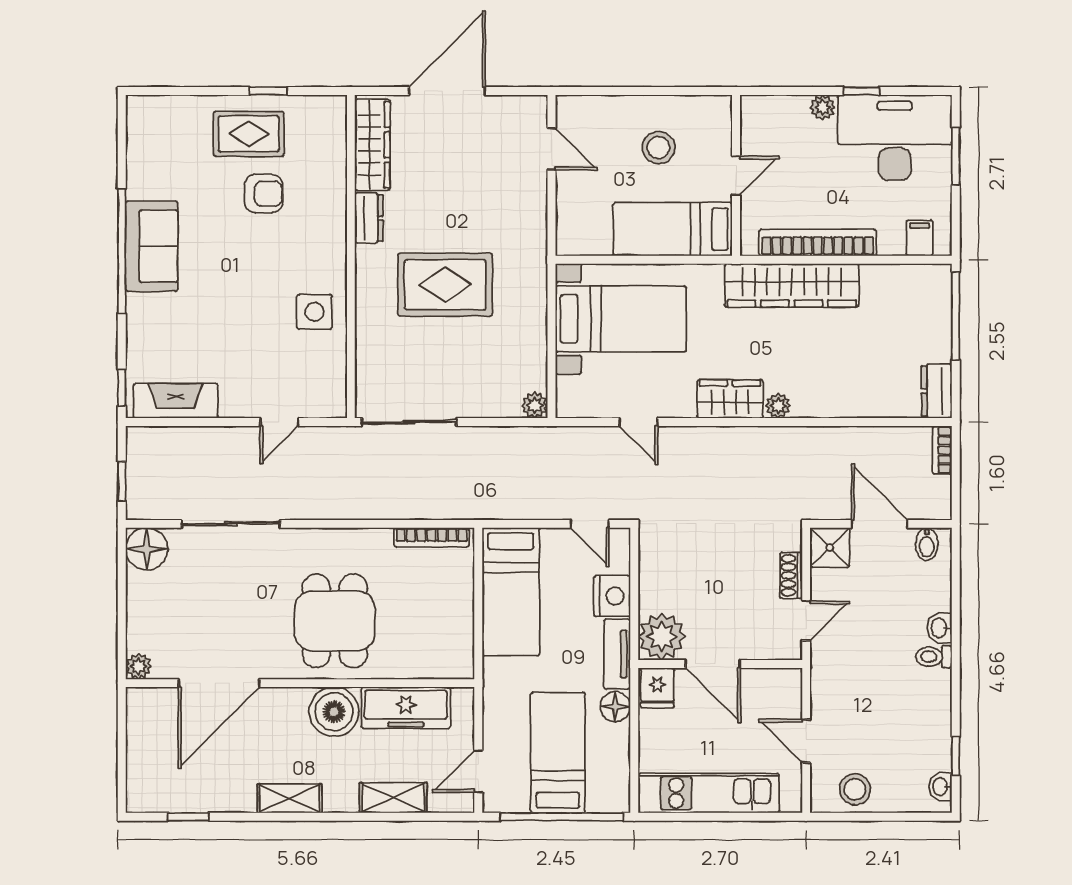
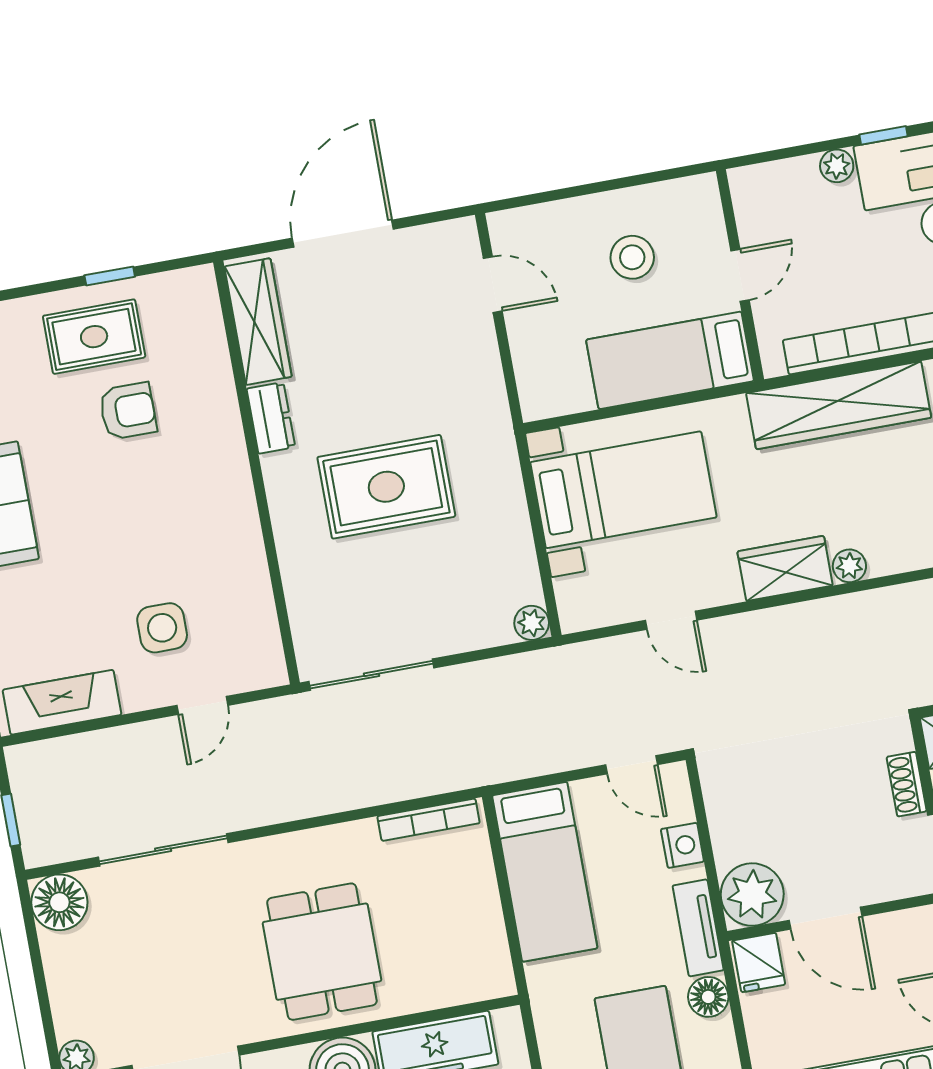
side table: (314, 312) -> (162, 628), moved
nightstand: (612, 596) -> (682, 845), width x0.74, depth x0.75

